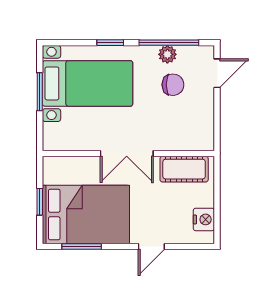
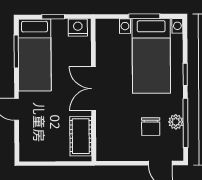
bed: (86, 215) -> (35, 55), width x0.67
nightstand: (204, 219) -> (78, 28), moved, turned 180

